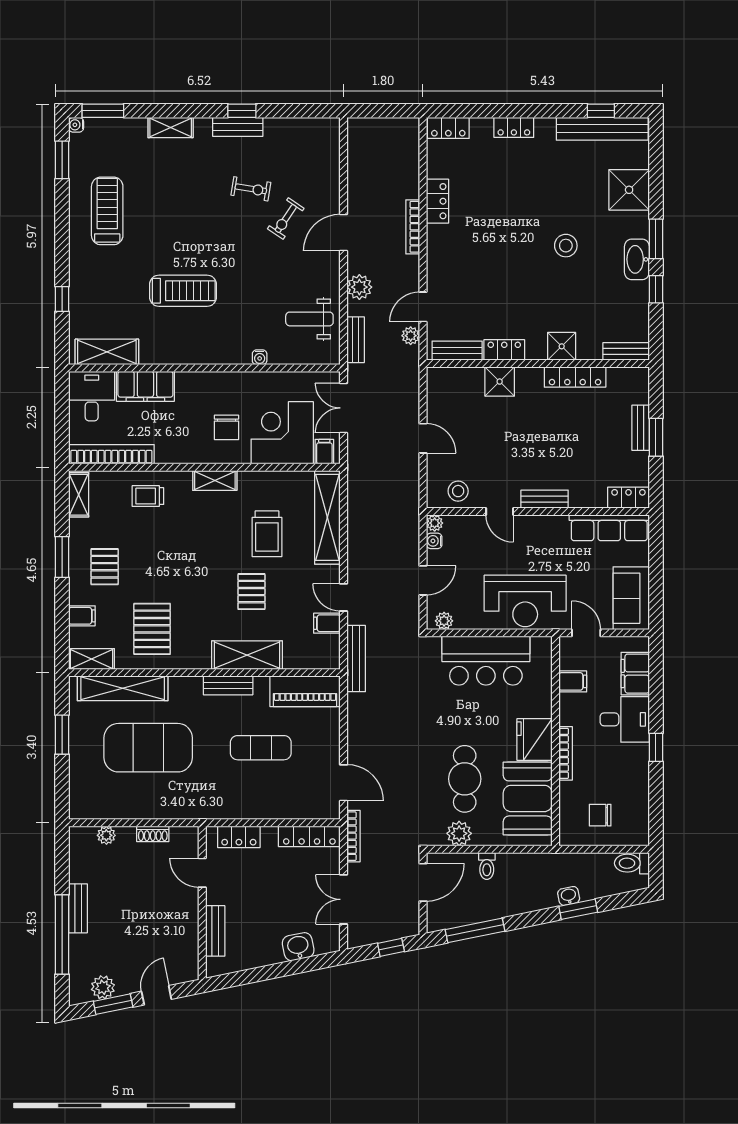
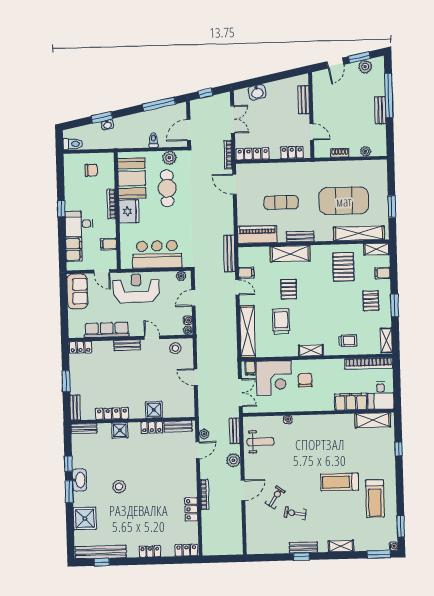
treadmill: (183, 291) -> (339, 482), moved
bench: (641, 428) -> (75, 408), moved
row of seats: (609, 528) -> (107, 330), moved

